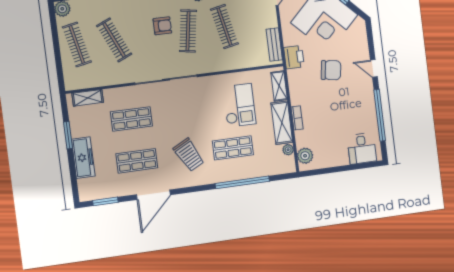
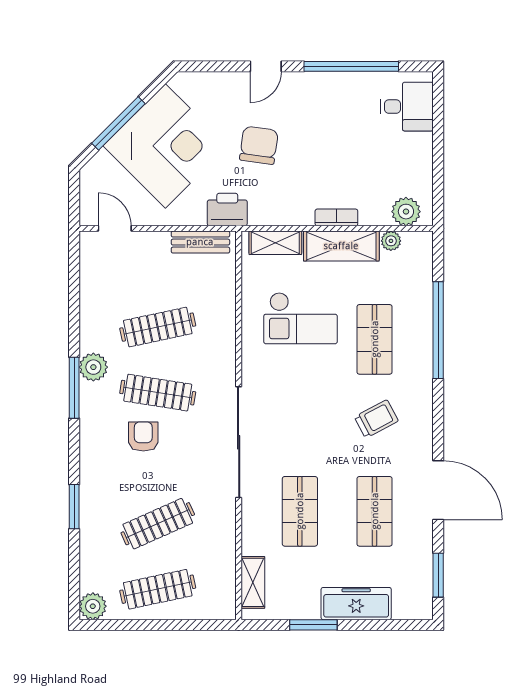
checkout: (239, 105) -> (300, 318), turned 180
trolley: (189, 155) -> (376, 419), width x0.73, depth x0.72

